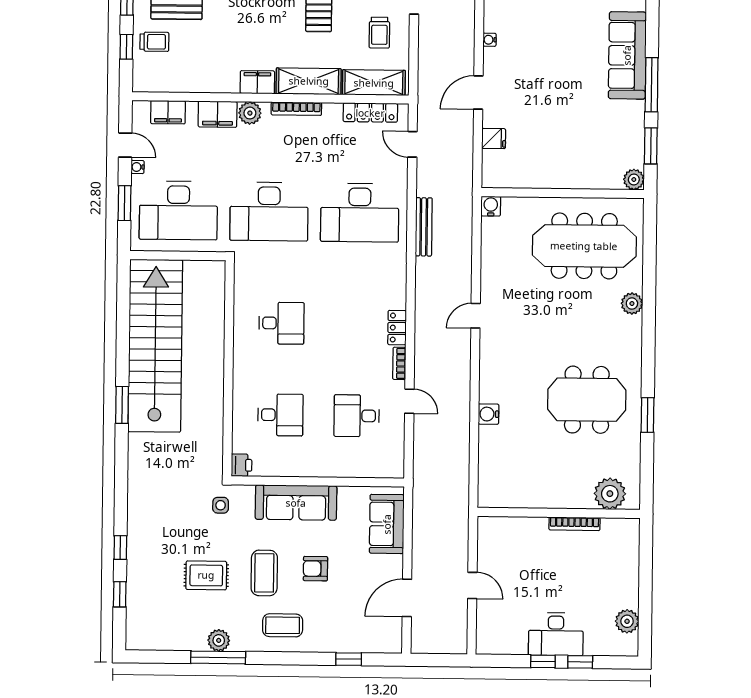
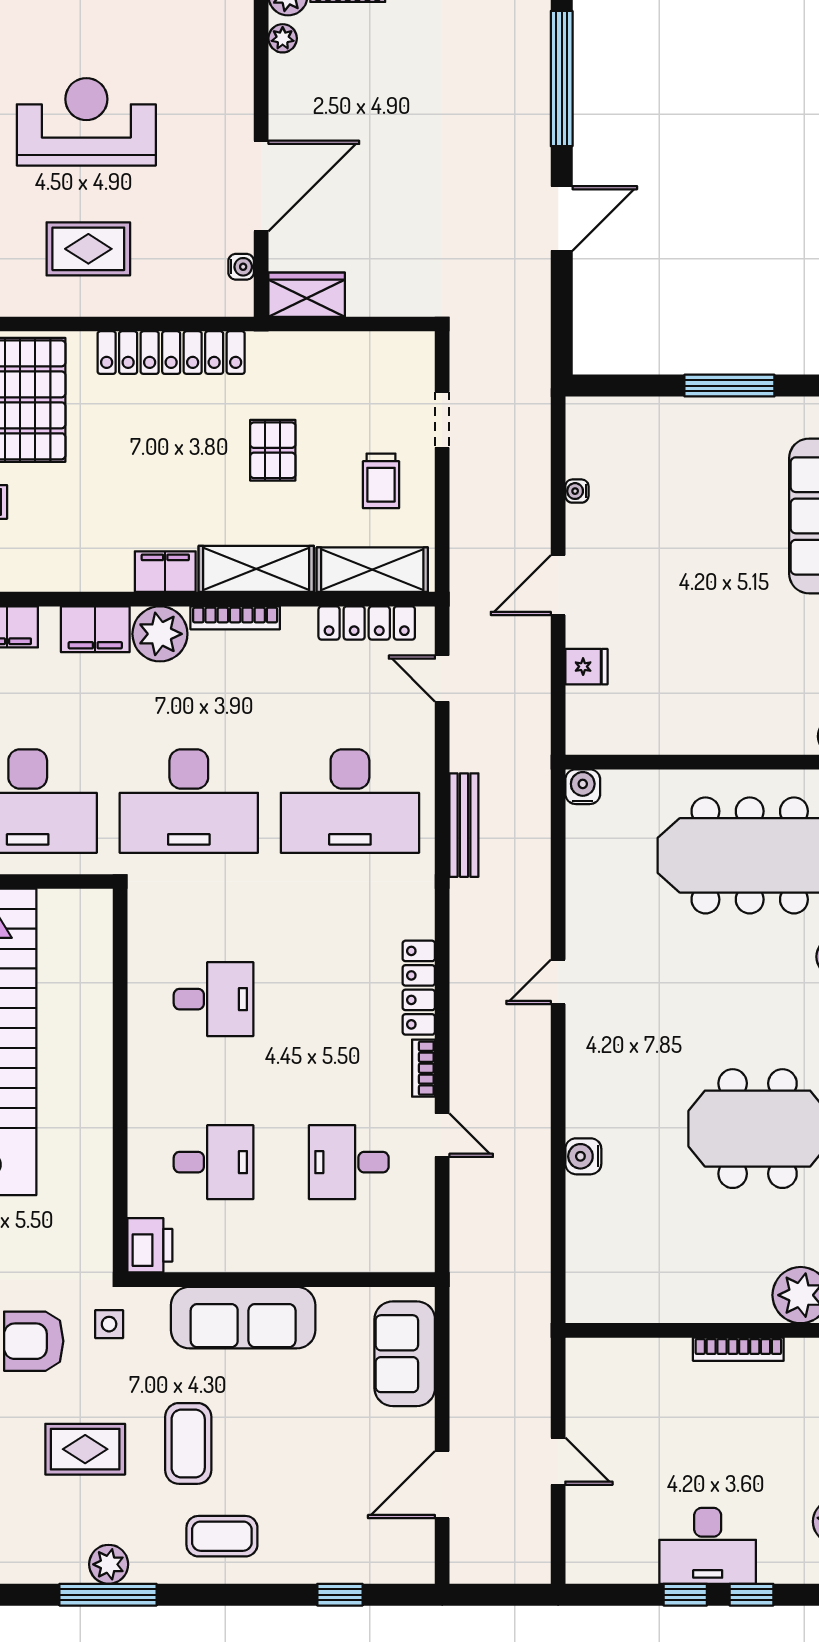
plant: (250, 113) -> (160, 634), width x1.36, depth x1.36
locker: (397, 328) -> (419, 988), width x1.53
printer: (242, 465) -> (150, 1245), width x1.36, depth x1.24
armchair: (315, 569) -> (34, 1341), moved, width x1.38, depth x1.38

